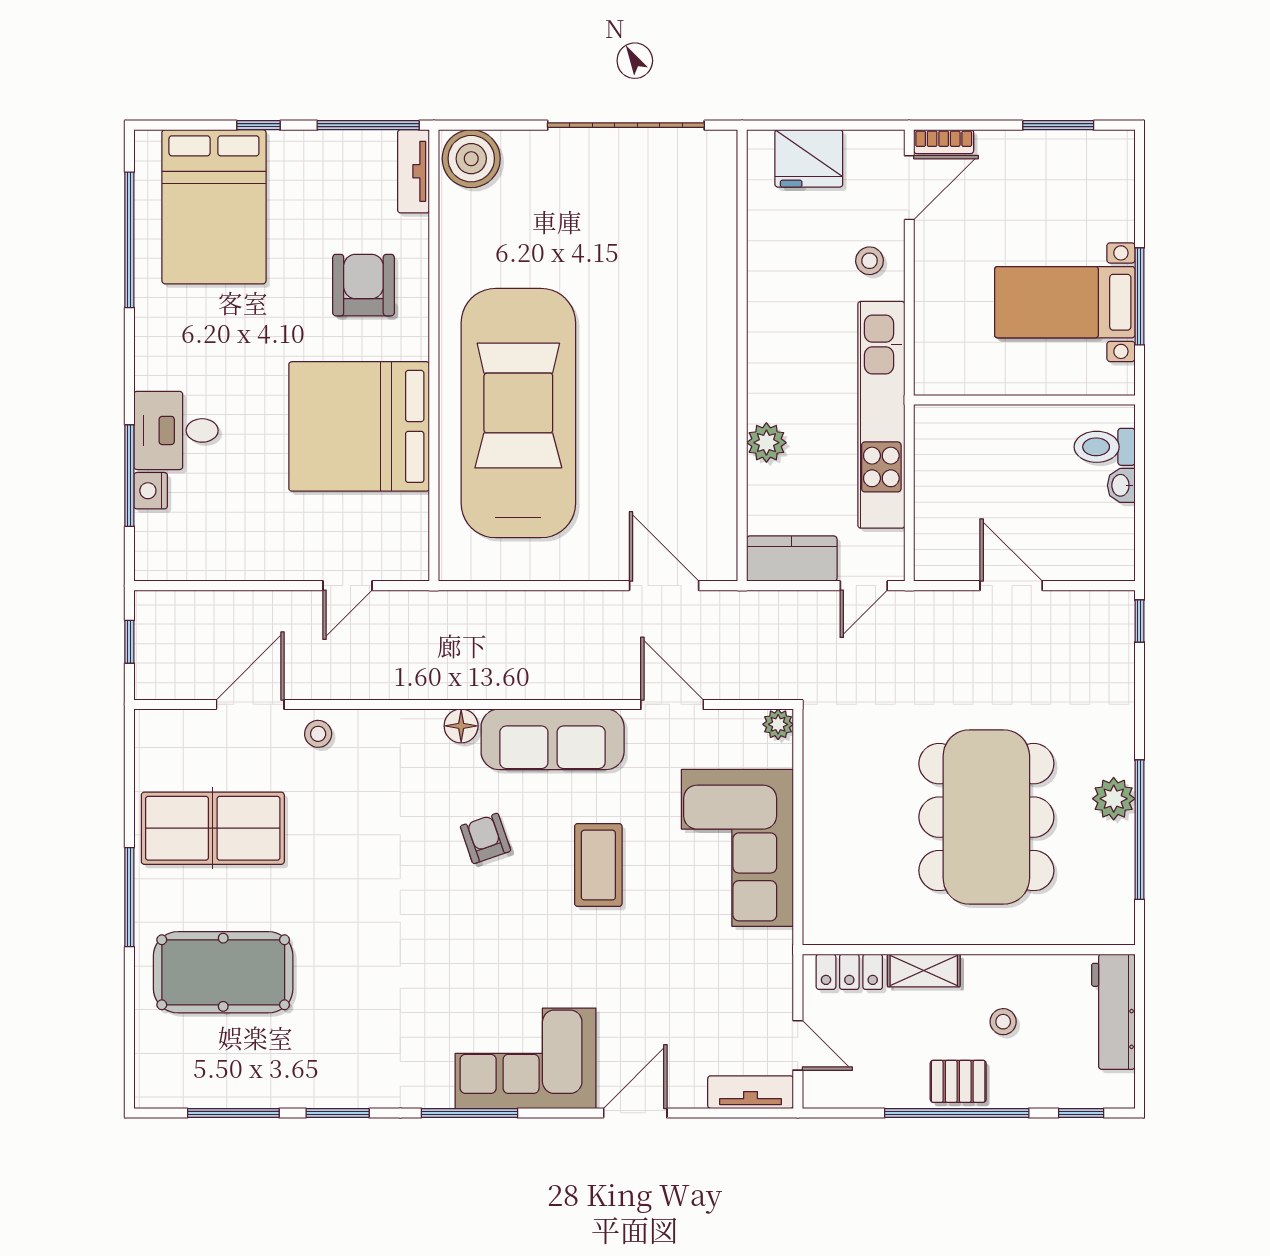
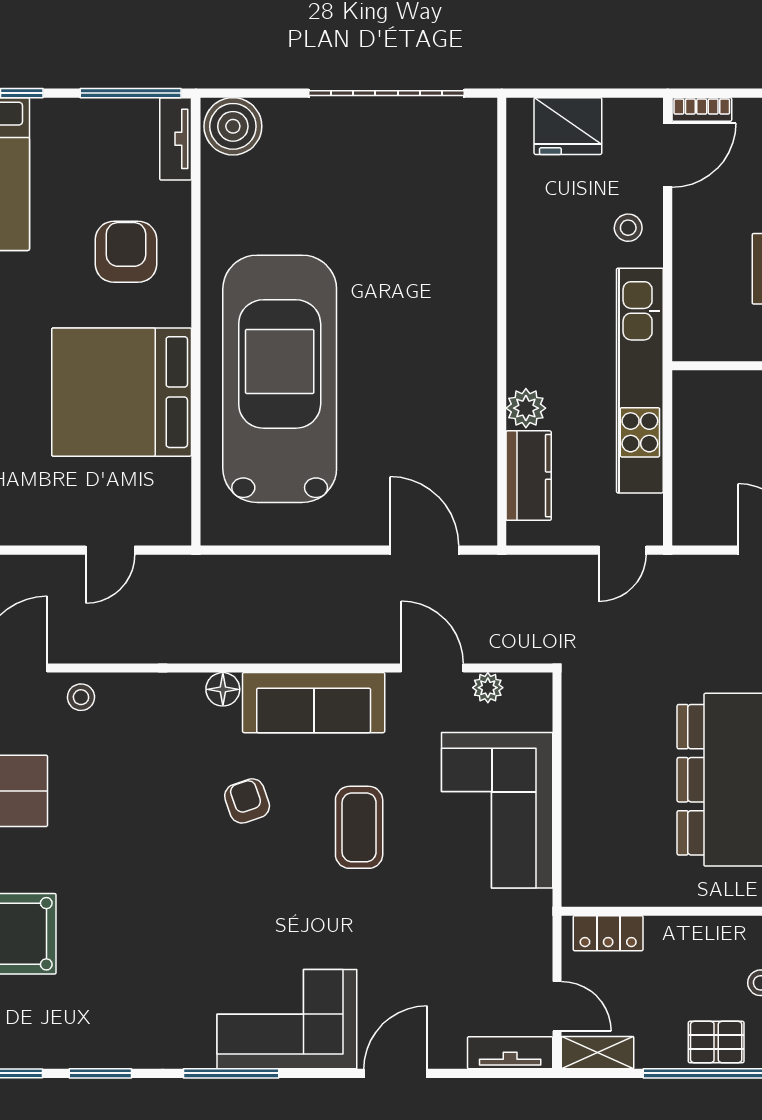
kitchen counter: (792, 559) -> (529, 476), moved, turned 90
plant: (778, 724) -> (488, 688), moved
shelving: (924, 970) -> (598, 1053), moved

